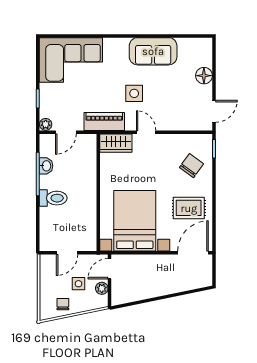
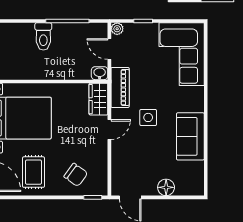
washbasin: (46, 166) -> (100, 73), moved, turned 180

